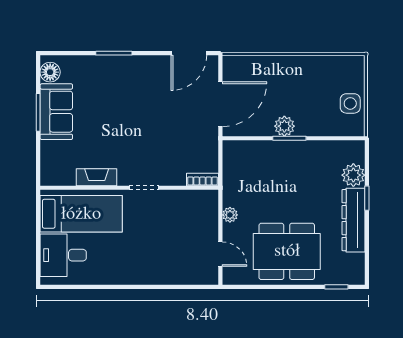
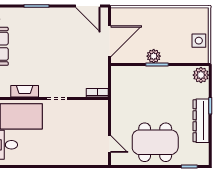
door: (189, 53) -> (88, 6), hinge flipped
plant: (353, 175) -> (201, 75), moved
plant: (230, 215) -> (116, 117), removed

